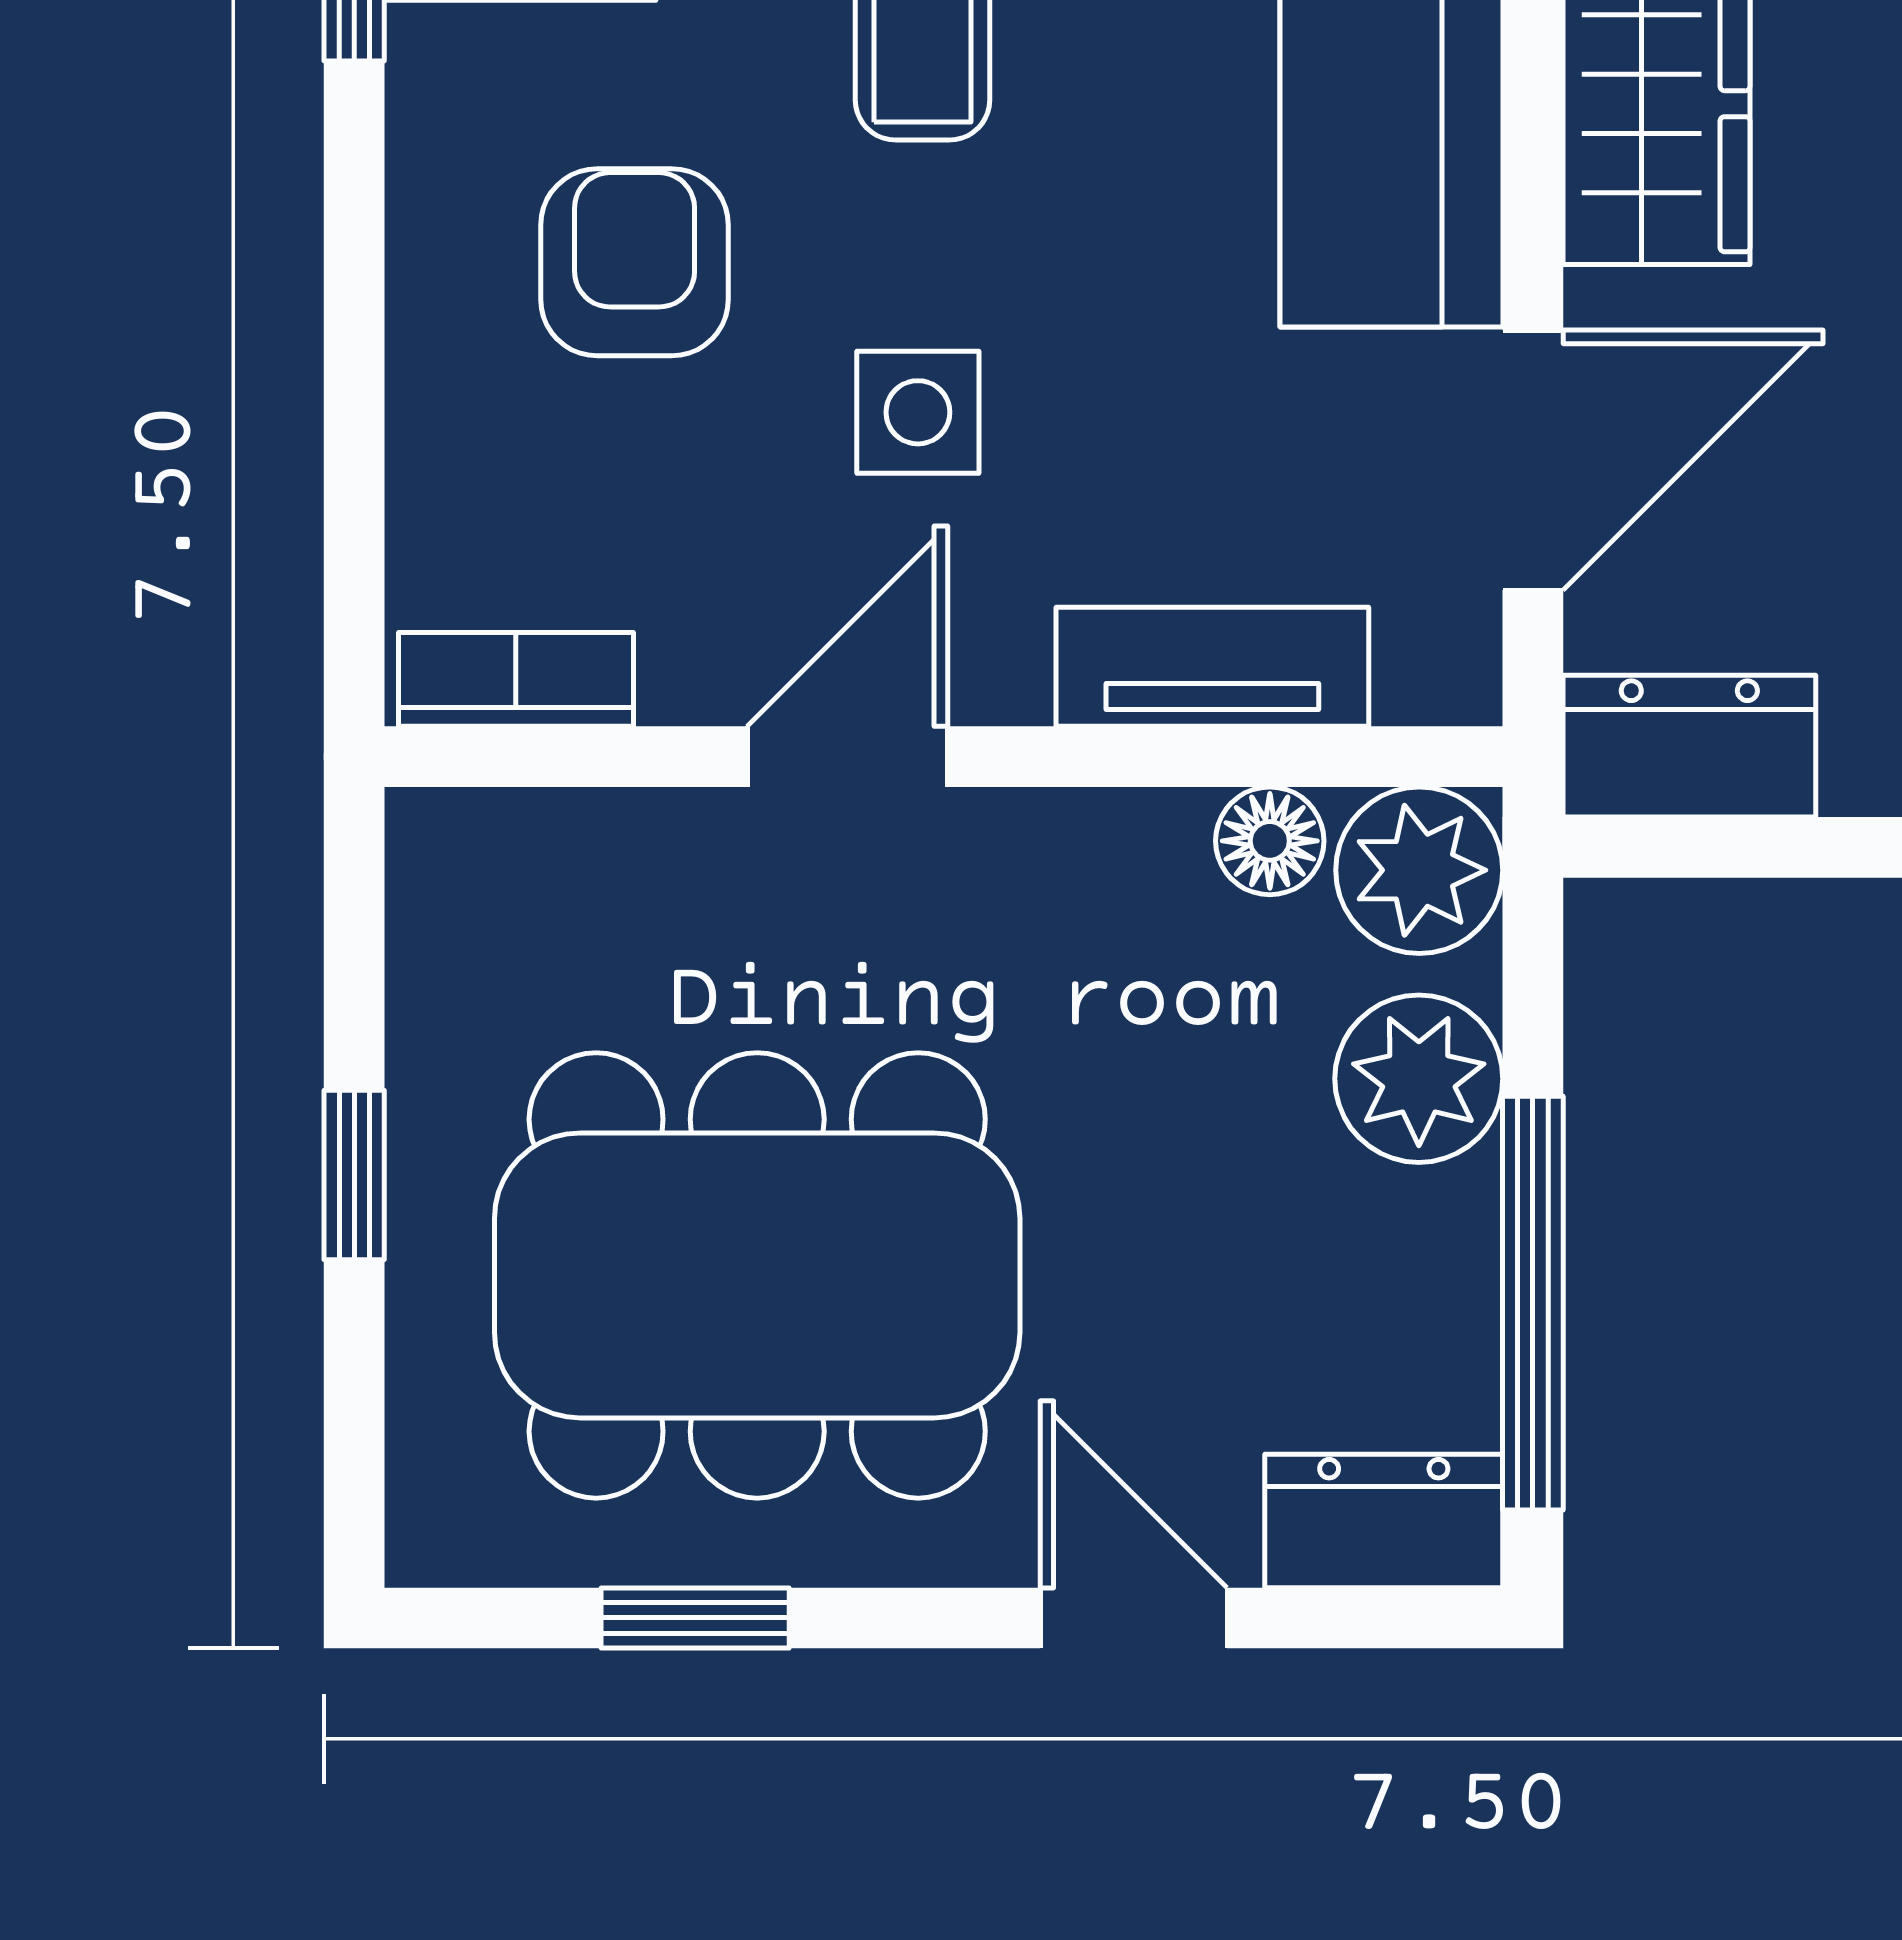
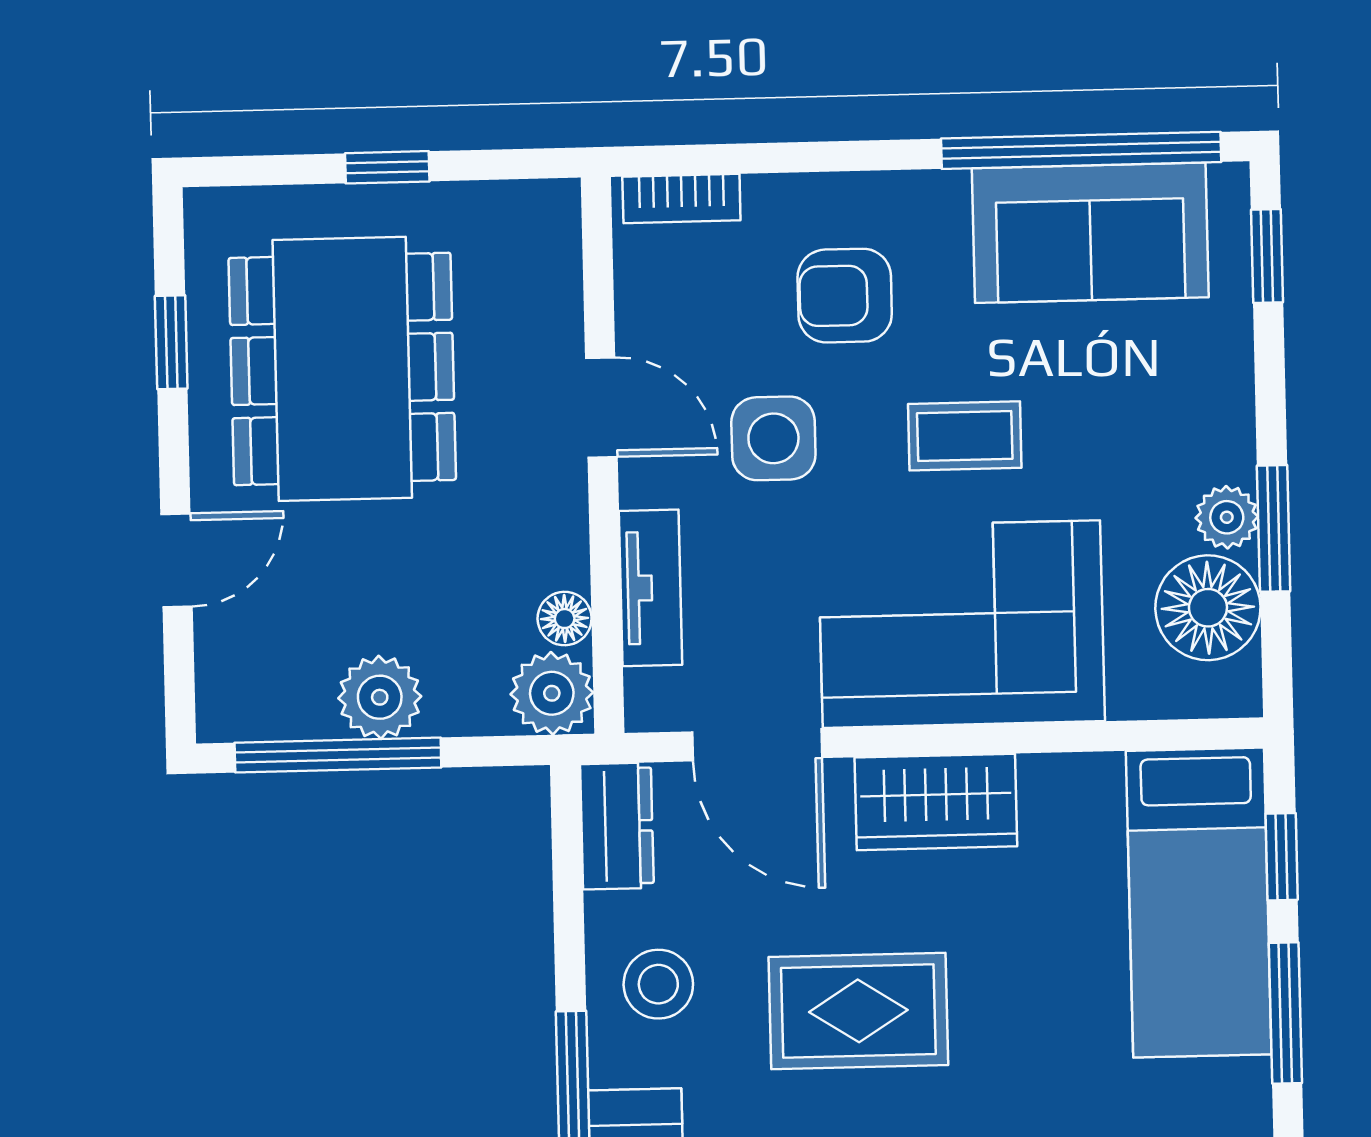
armchair: (635, 262) -> (845, 296), turned 180
side table: (918, 412) -> (773, 438), width x1.37, depth x1.37
bookcase: (516, 679) -> (681, 199), moved, turned 90
plant: (1419, 1079) -> (380, 697), moved
dresser: (1384, 1521) -> (228, 684), removed

